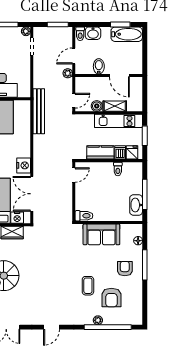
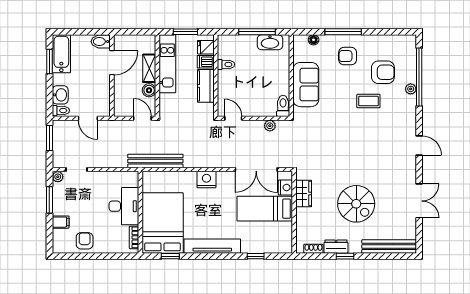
bidet: (99, 66) -> (101, 42), moved
plant: (68, 73) -> (270, 126), moved
nightstand: (24, 165) -> (206, 180), moved

